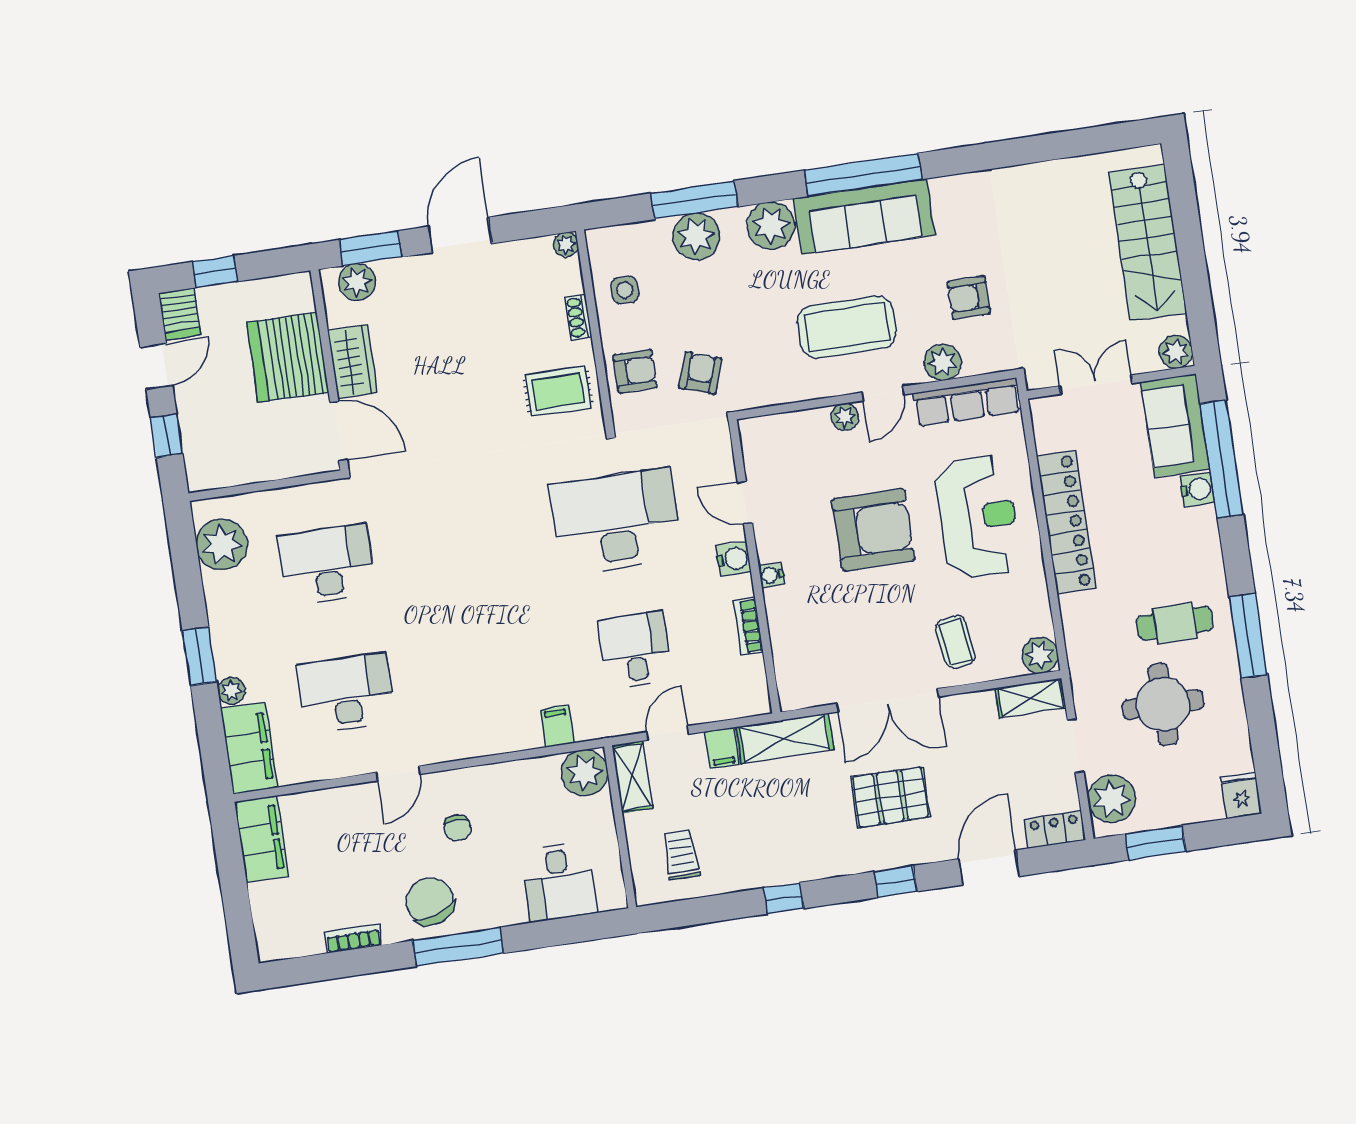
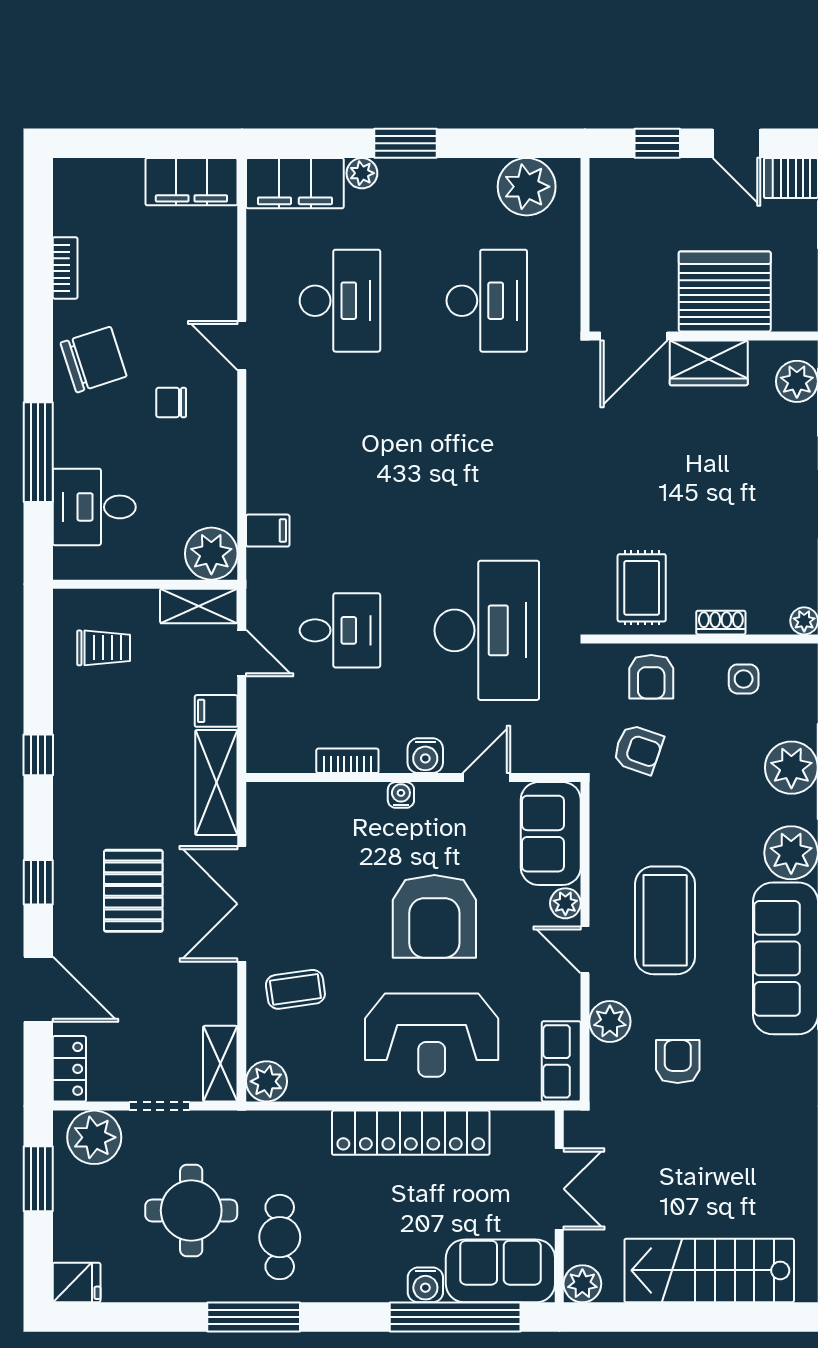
row of seats: (967, 402) -> (561, 1061), width x0.68
sofa: (786, 439) -> (551, 834), added
window: (458, 947) -> (38, 452), moved

